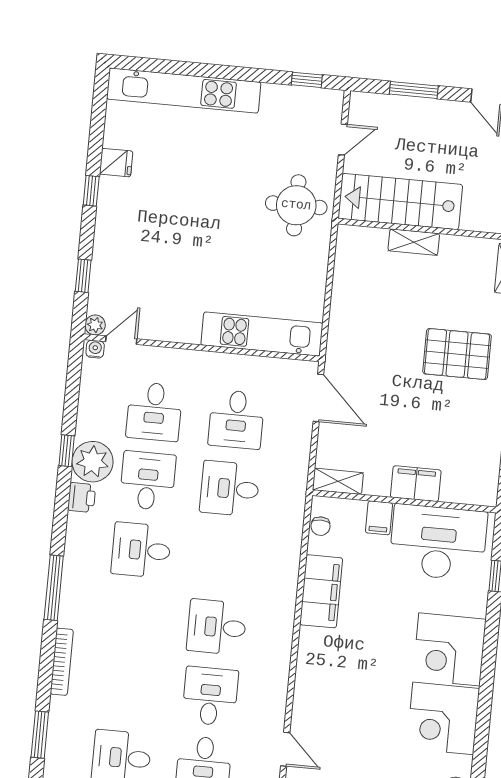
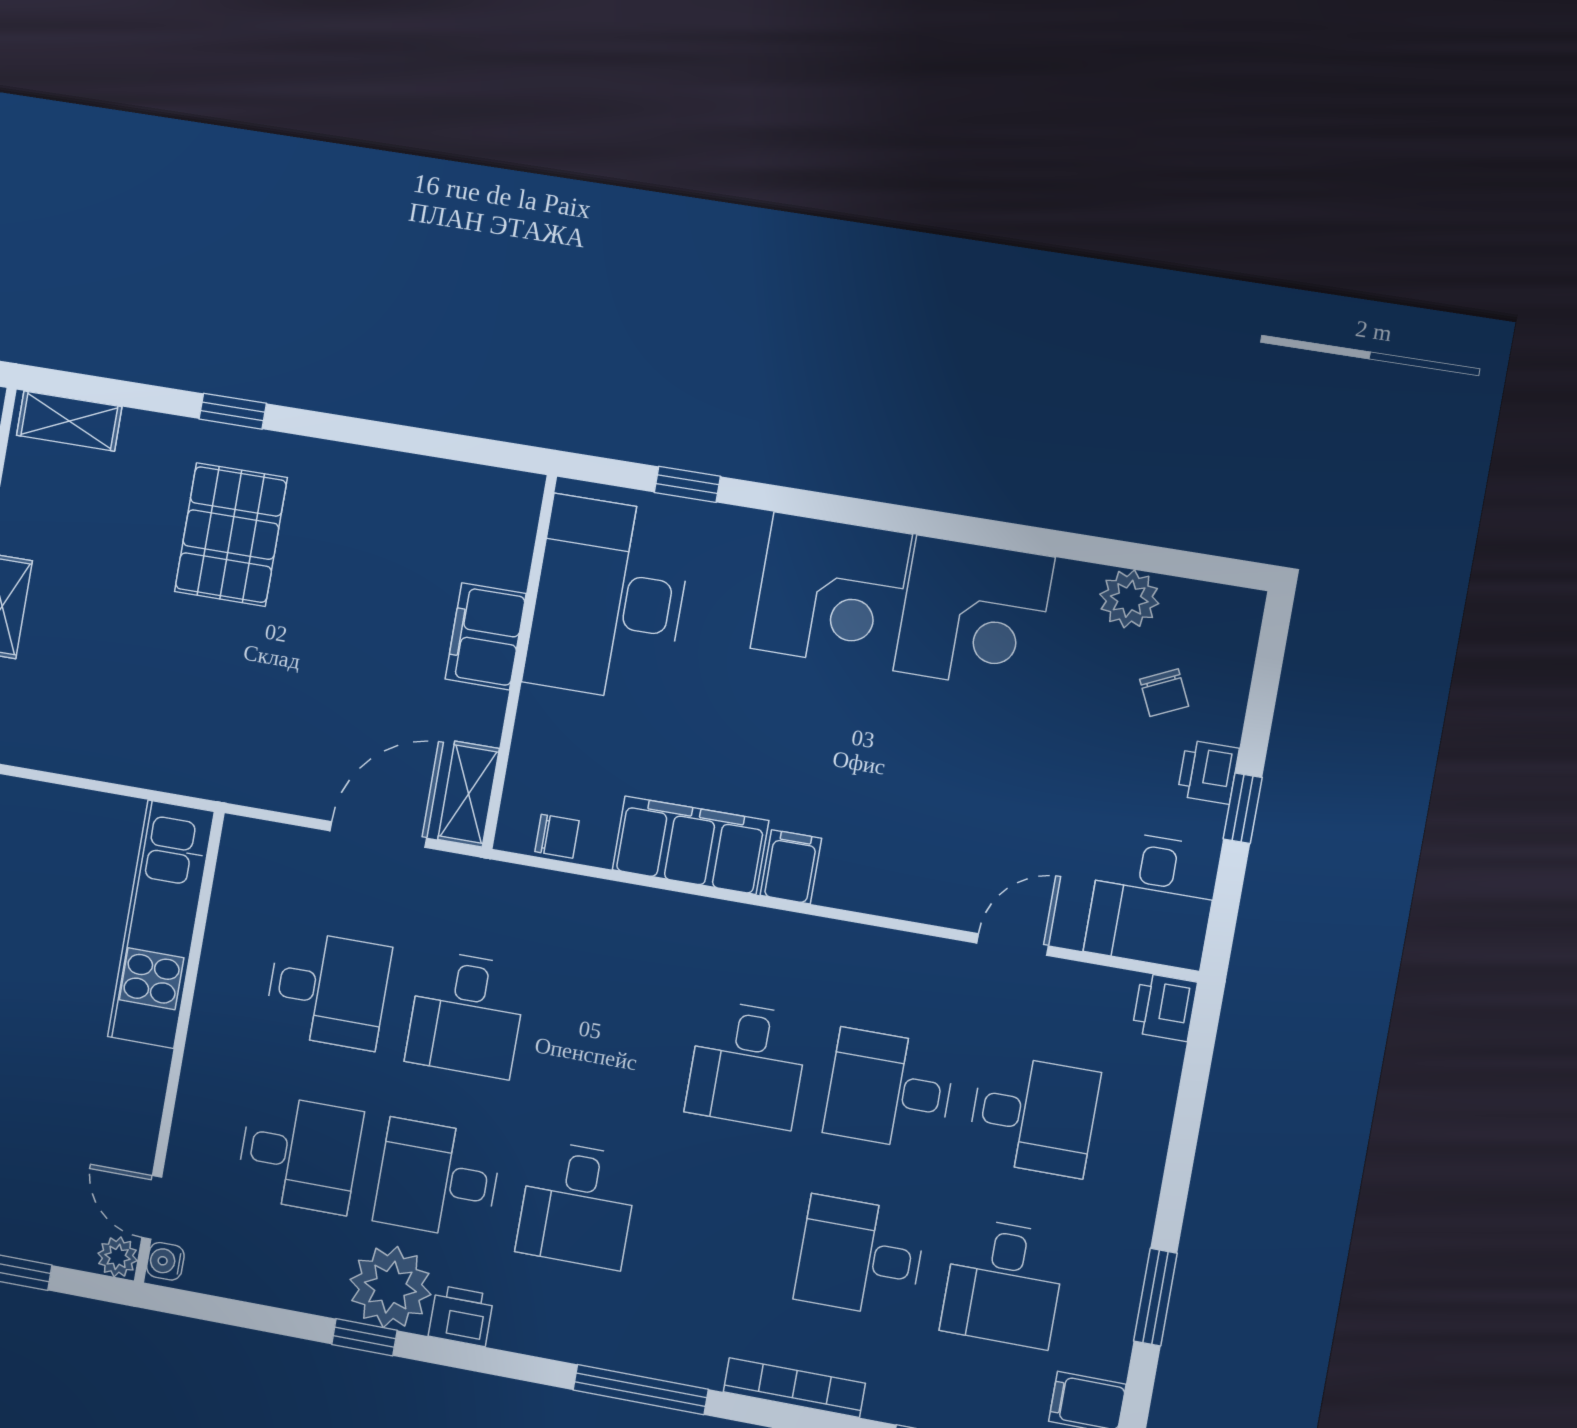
door: (318, 398) -> (378, 835), moved
filing cabinet: (379, 518) -> (791, 867), moved, turned -90
desk: (128, 688) -> (860, 1257), added

